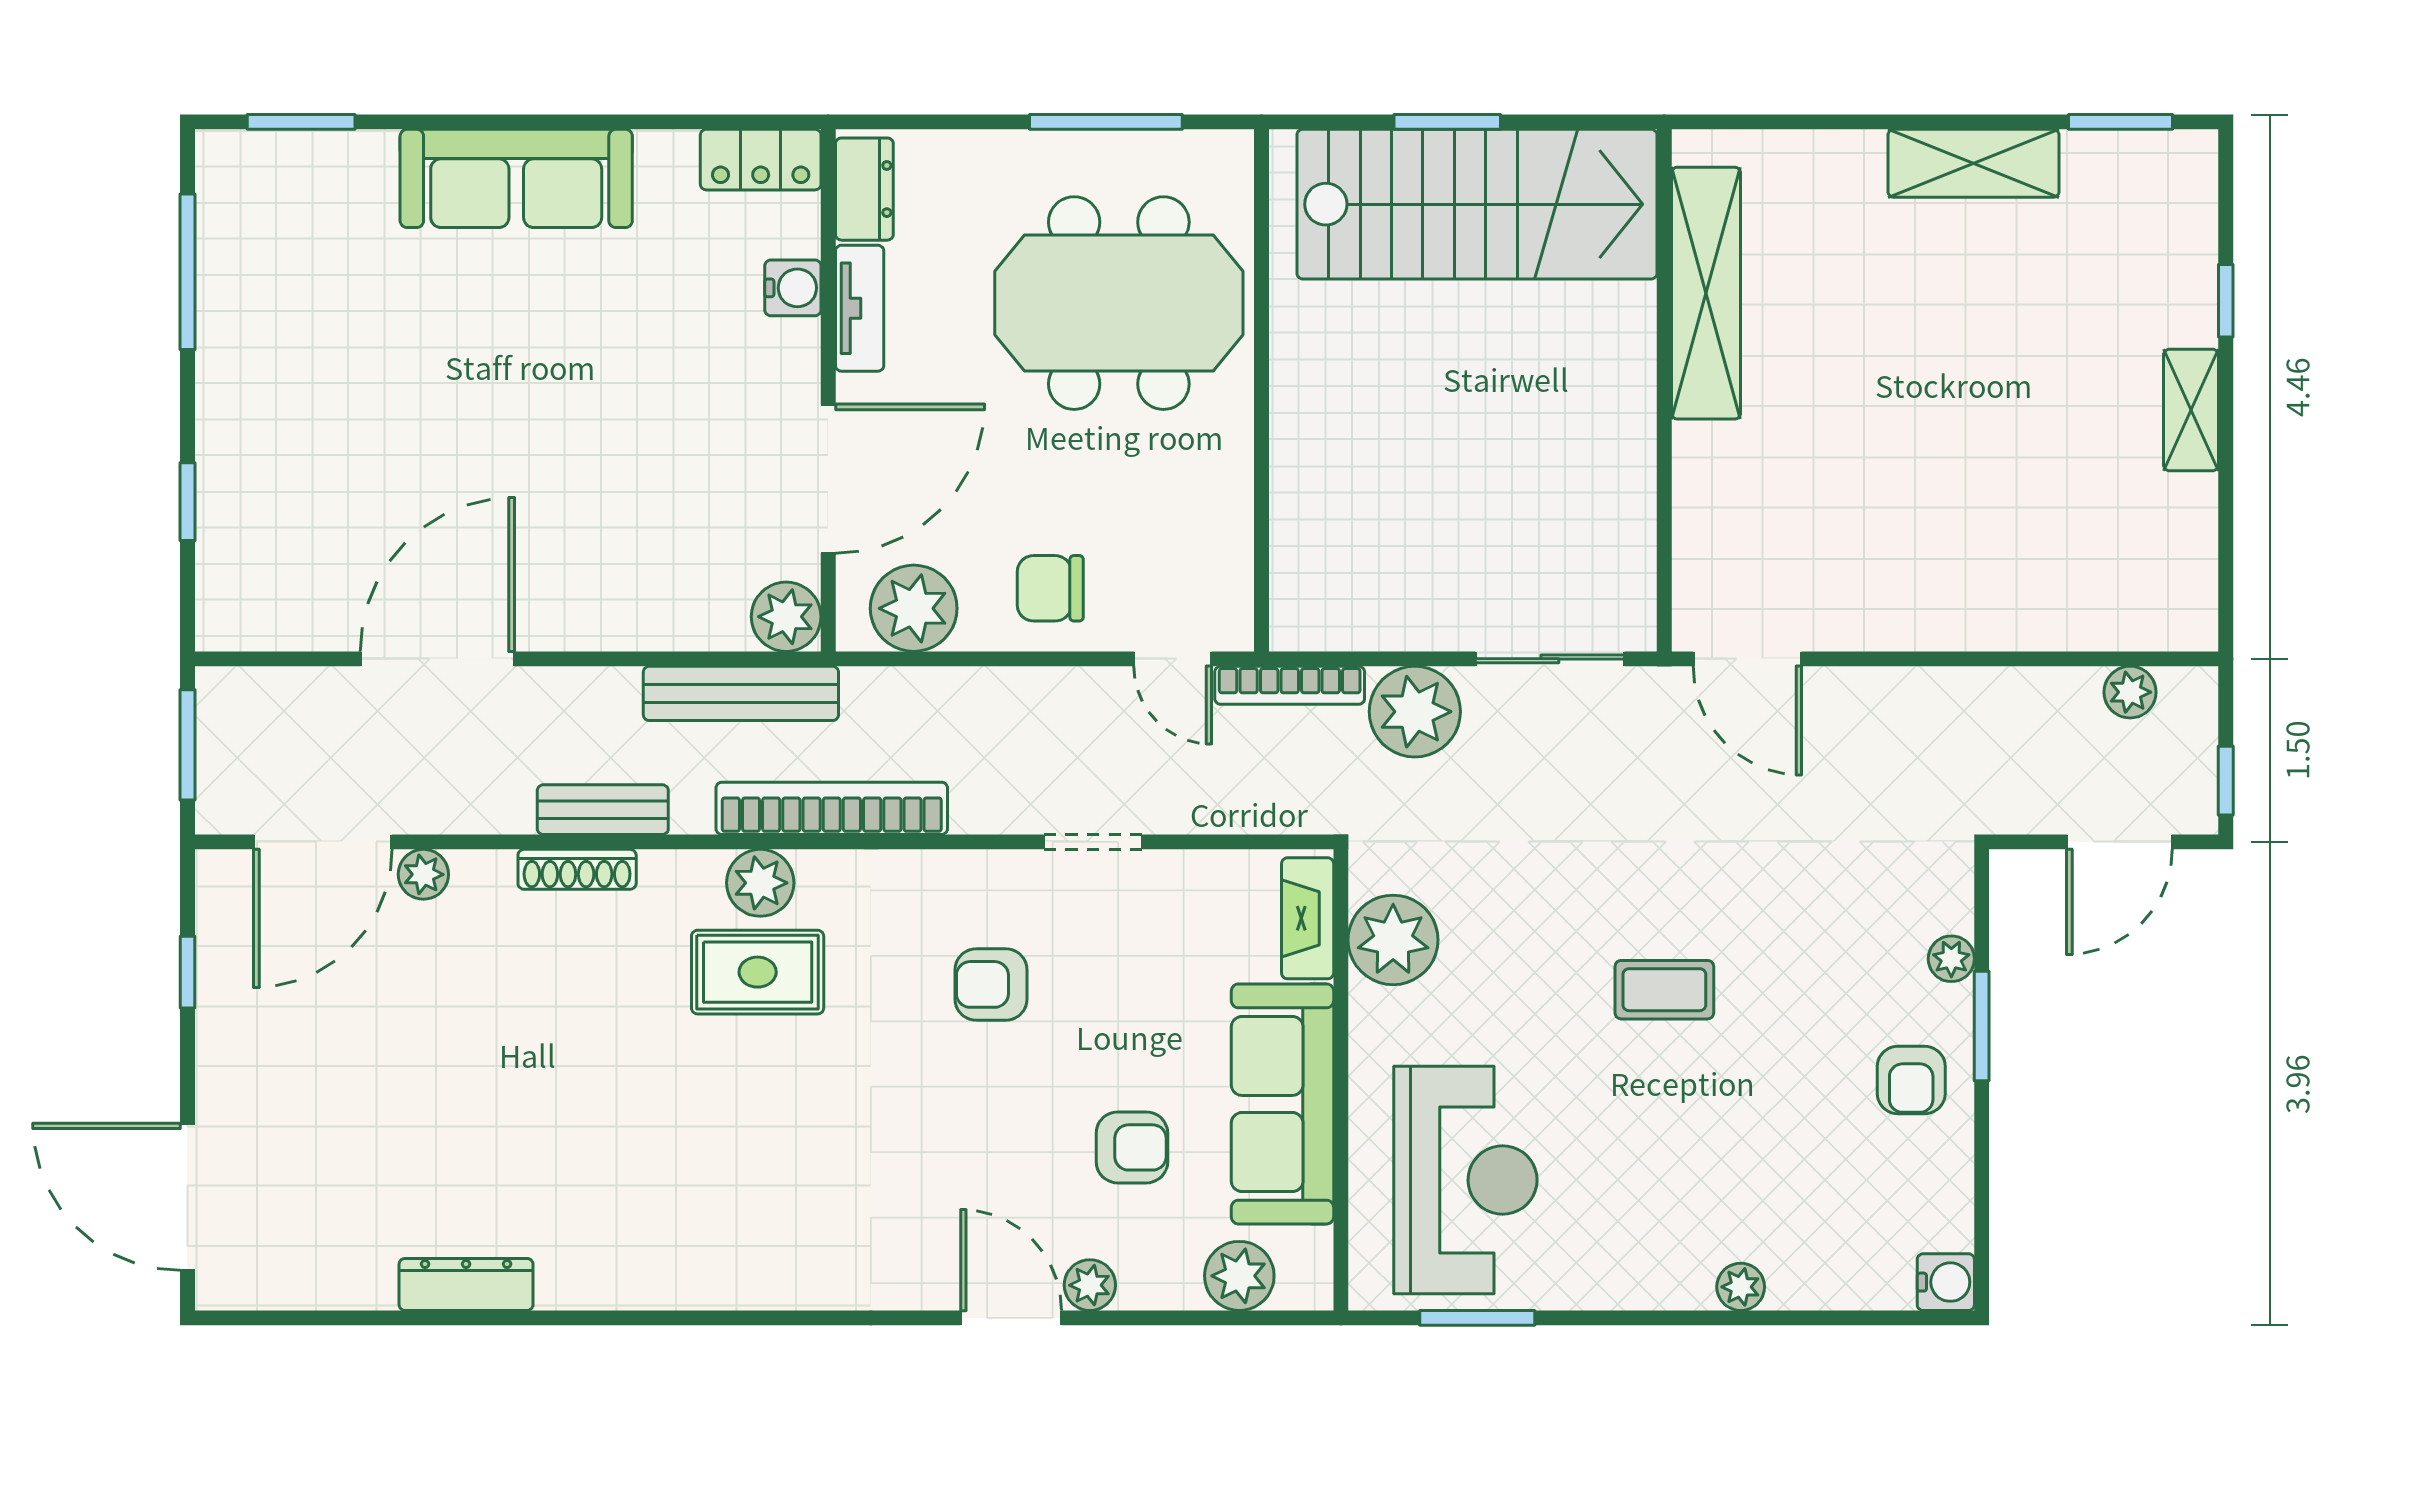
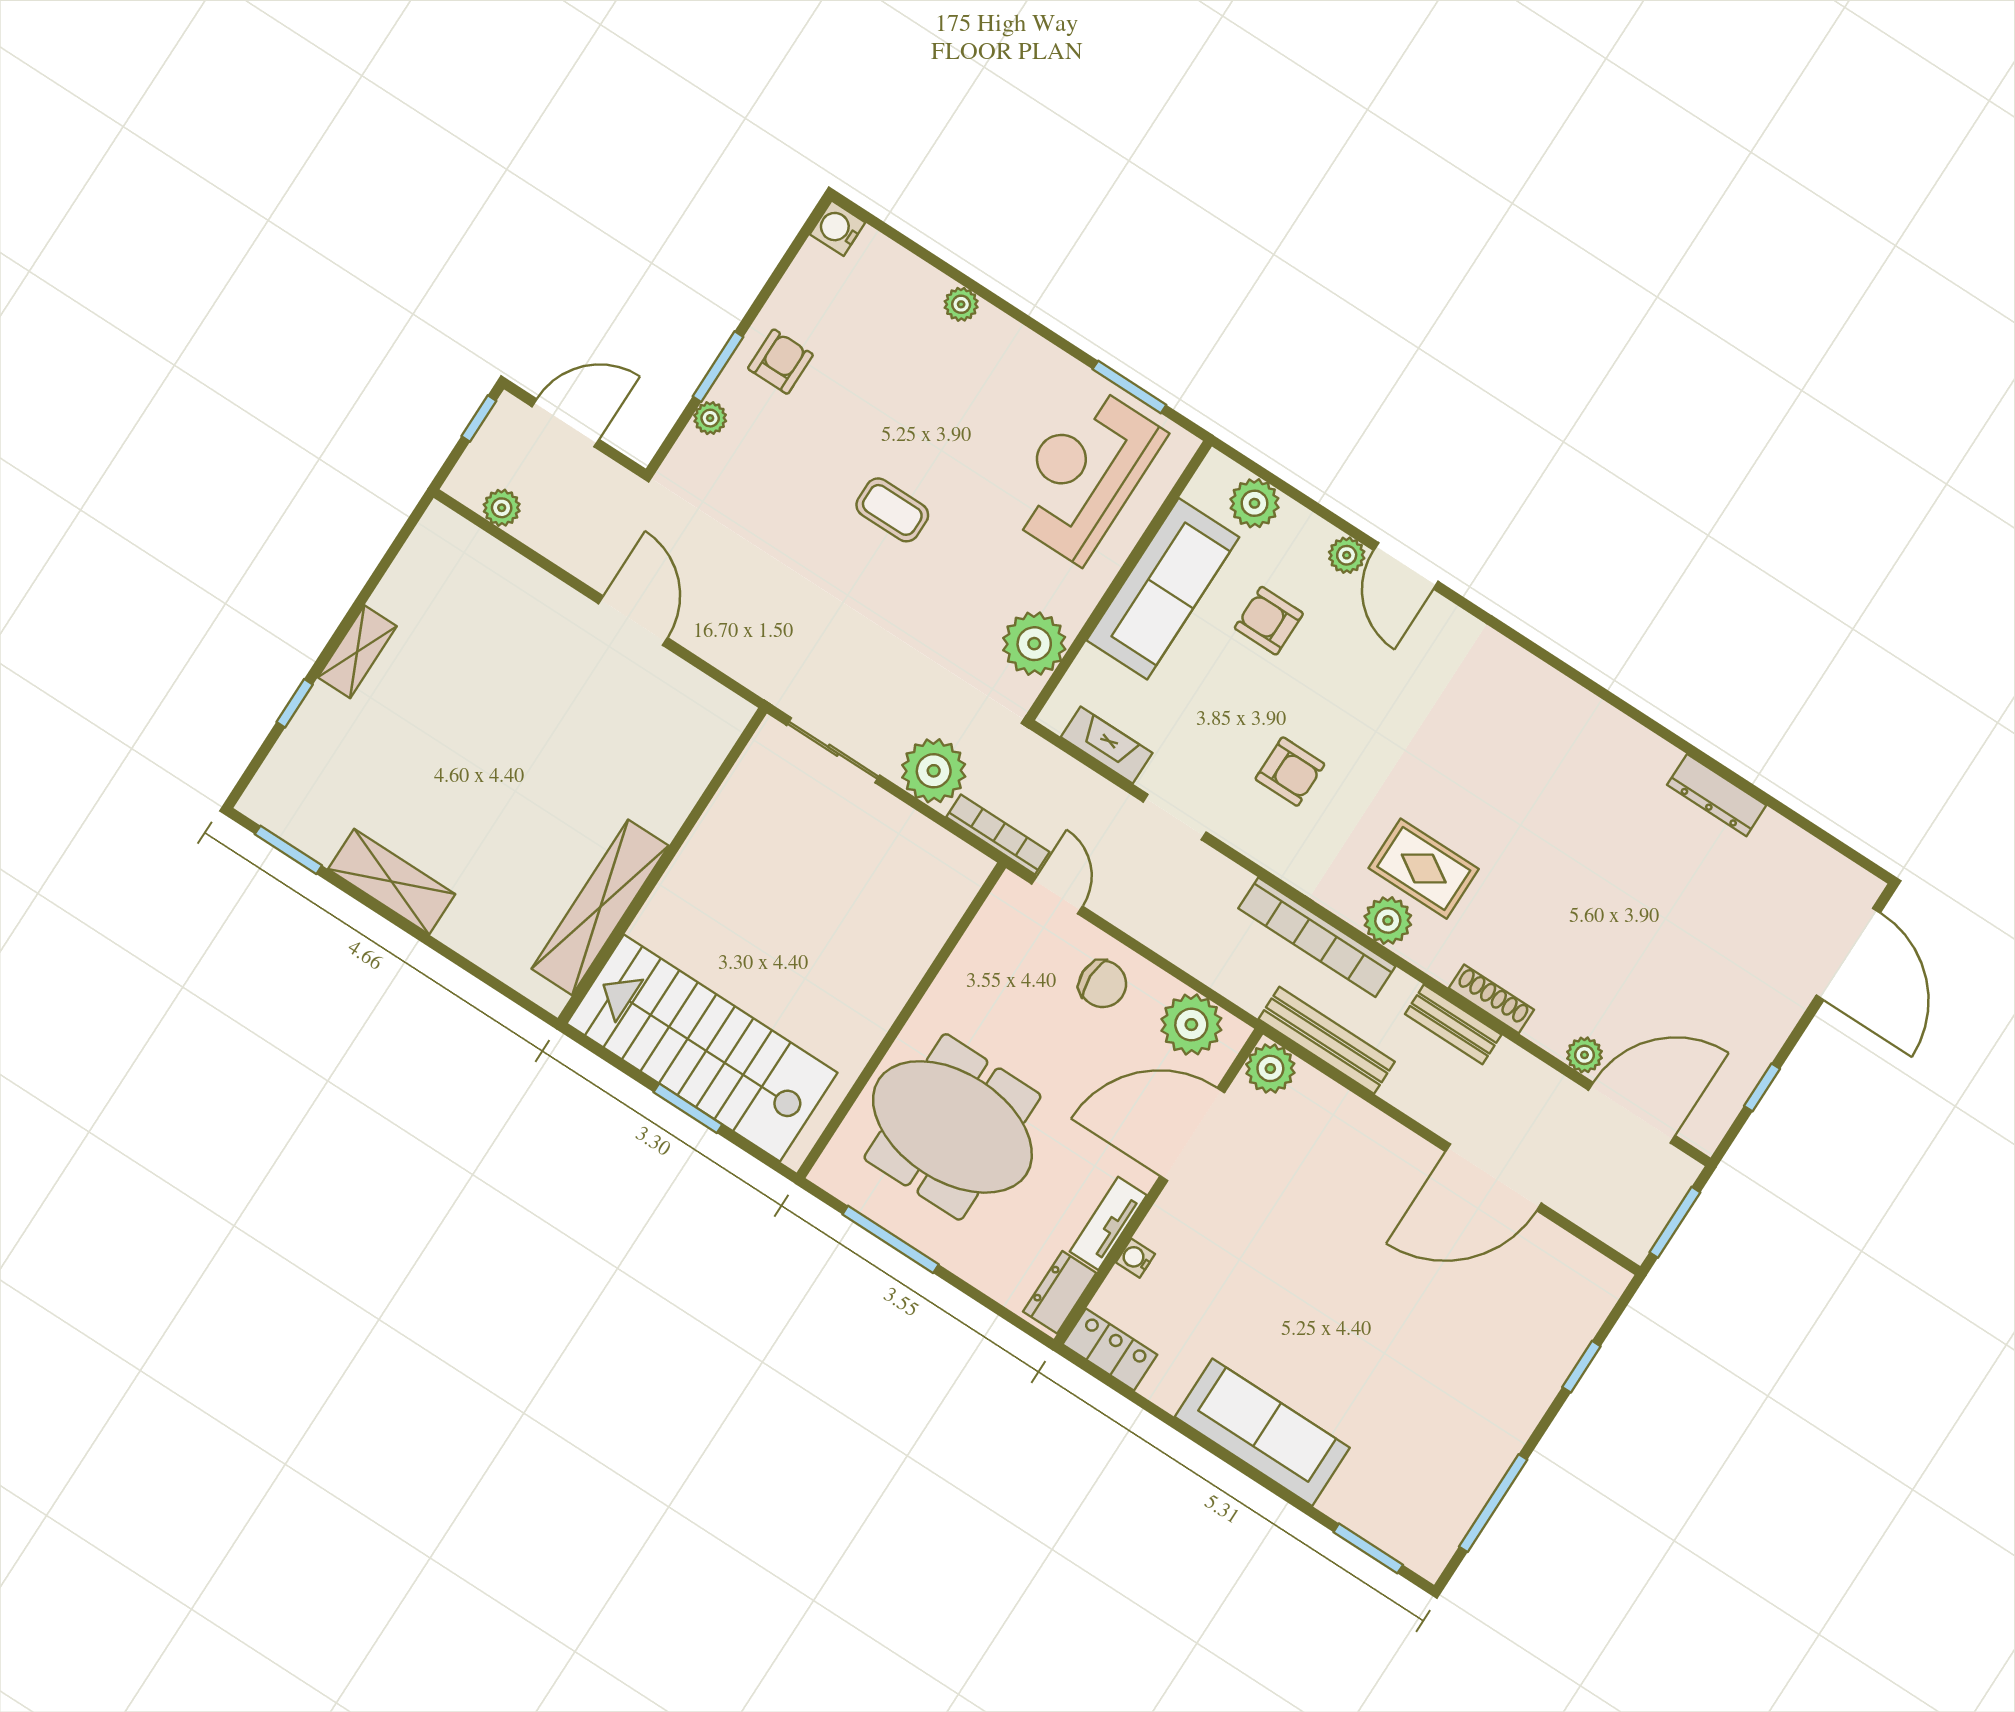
water cooler: (793, 288) -> (1135, 1258), width x0.72, depth x0.72
door: (1747, 659) -> (633, 621), moved
fireplace: (1308, 918) -> (1107, 745), moved, turned -90

